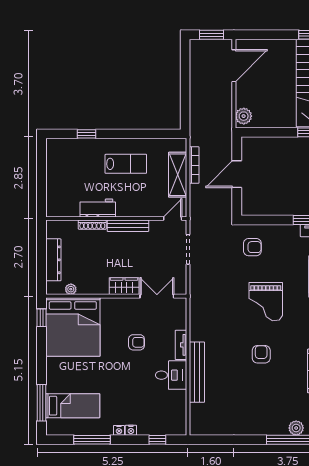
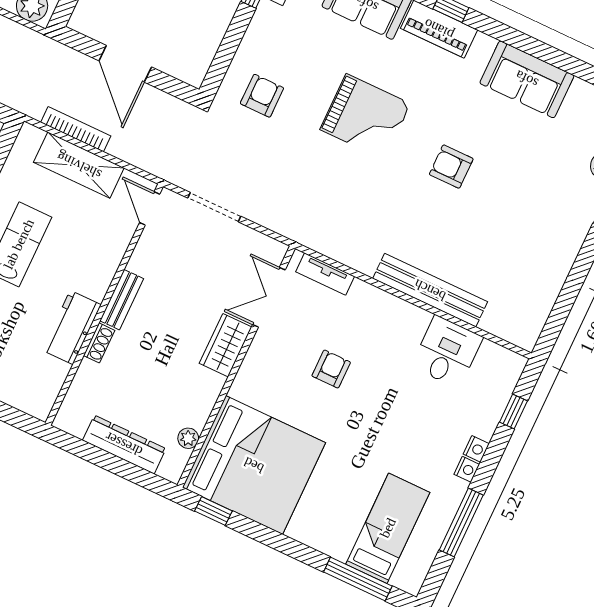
shoe rack: (92, 225) -> (99, 343), width x0.70
bench: (128, 226) -> (122, 300), width x0.73
tv unit: (181, 345) -> (325, 274), moved
desk: (171, 375) -> (447, 352), moved

